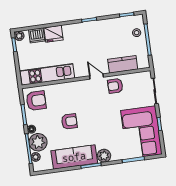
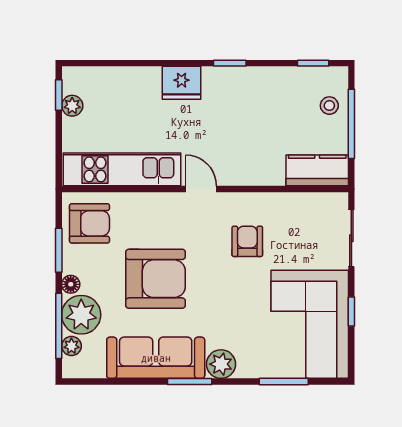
fridge: (54, 34) -> (182, 83), moved
dishwasher: (37, 35) -> (110, 81), removed
plant: (19, 36) -> (72, 106), moved
kitchen counter: (123, 64) -> (317, 170), moved
door: (96, 76) -> (201, 189), moved
armchair: (115, 86) -> (247, 241), moved, turned 90
armchair: (69, 121) -> (156, 279), width x1.88, depth x1.88

